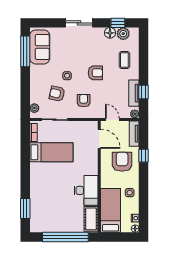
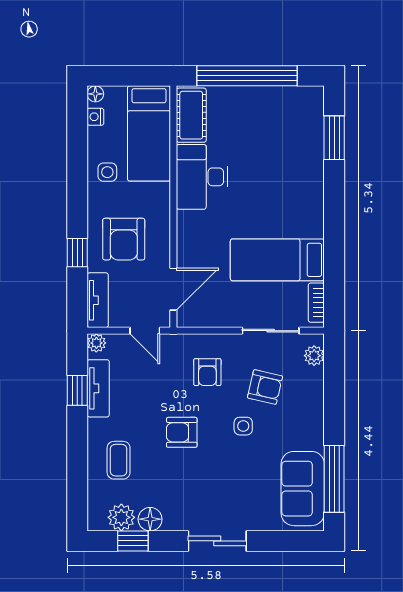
door: (99, 139) -> (173, 289), swing flipped

